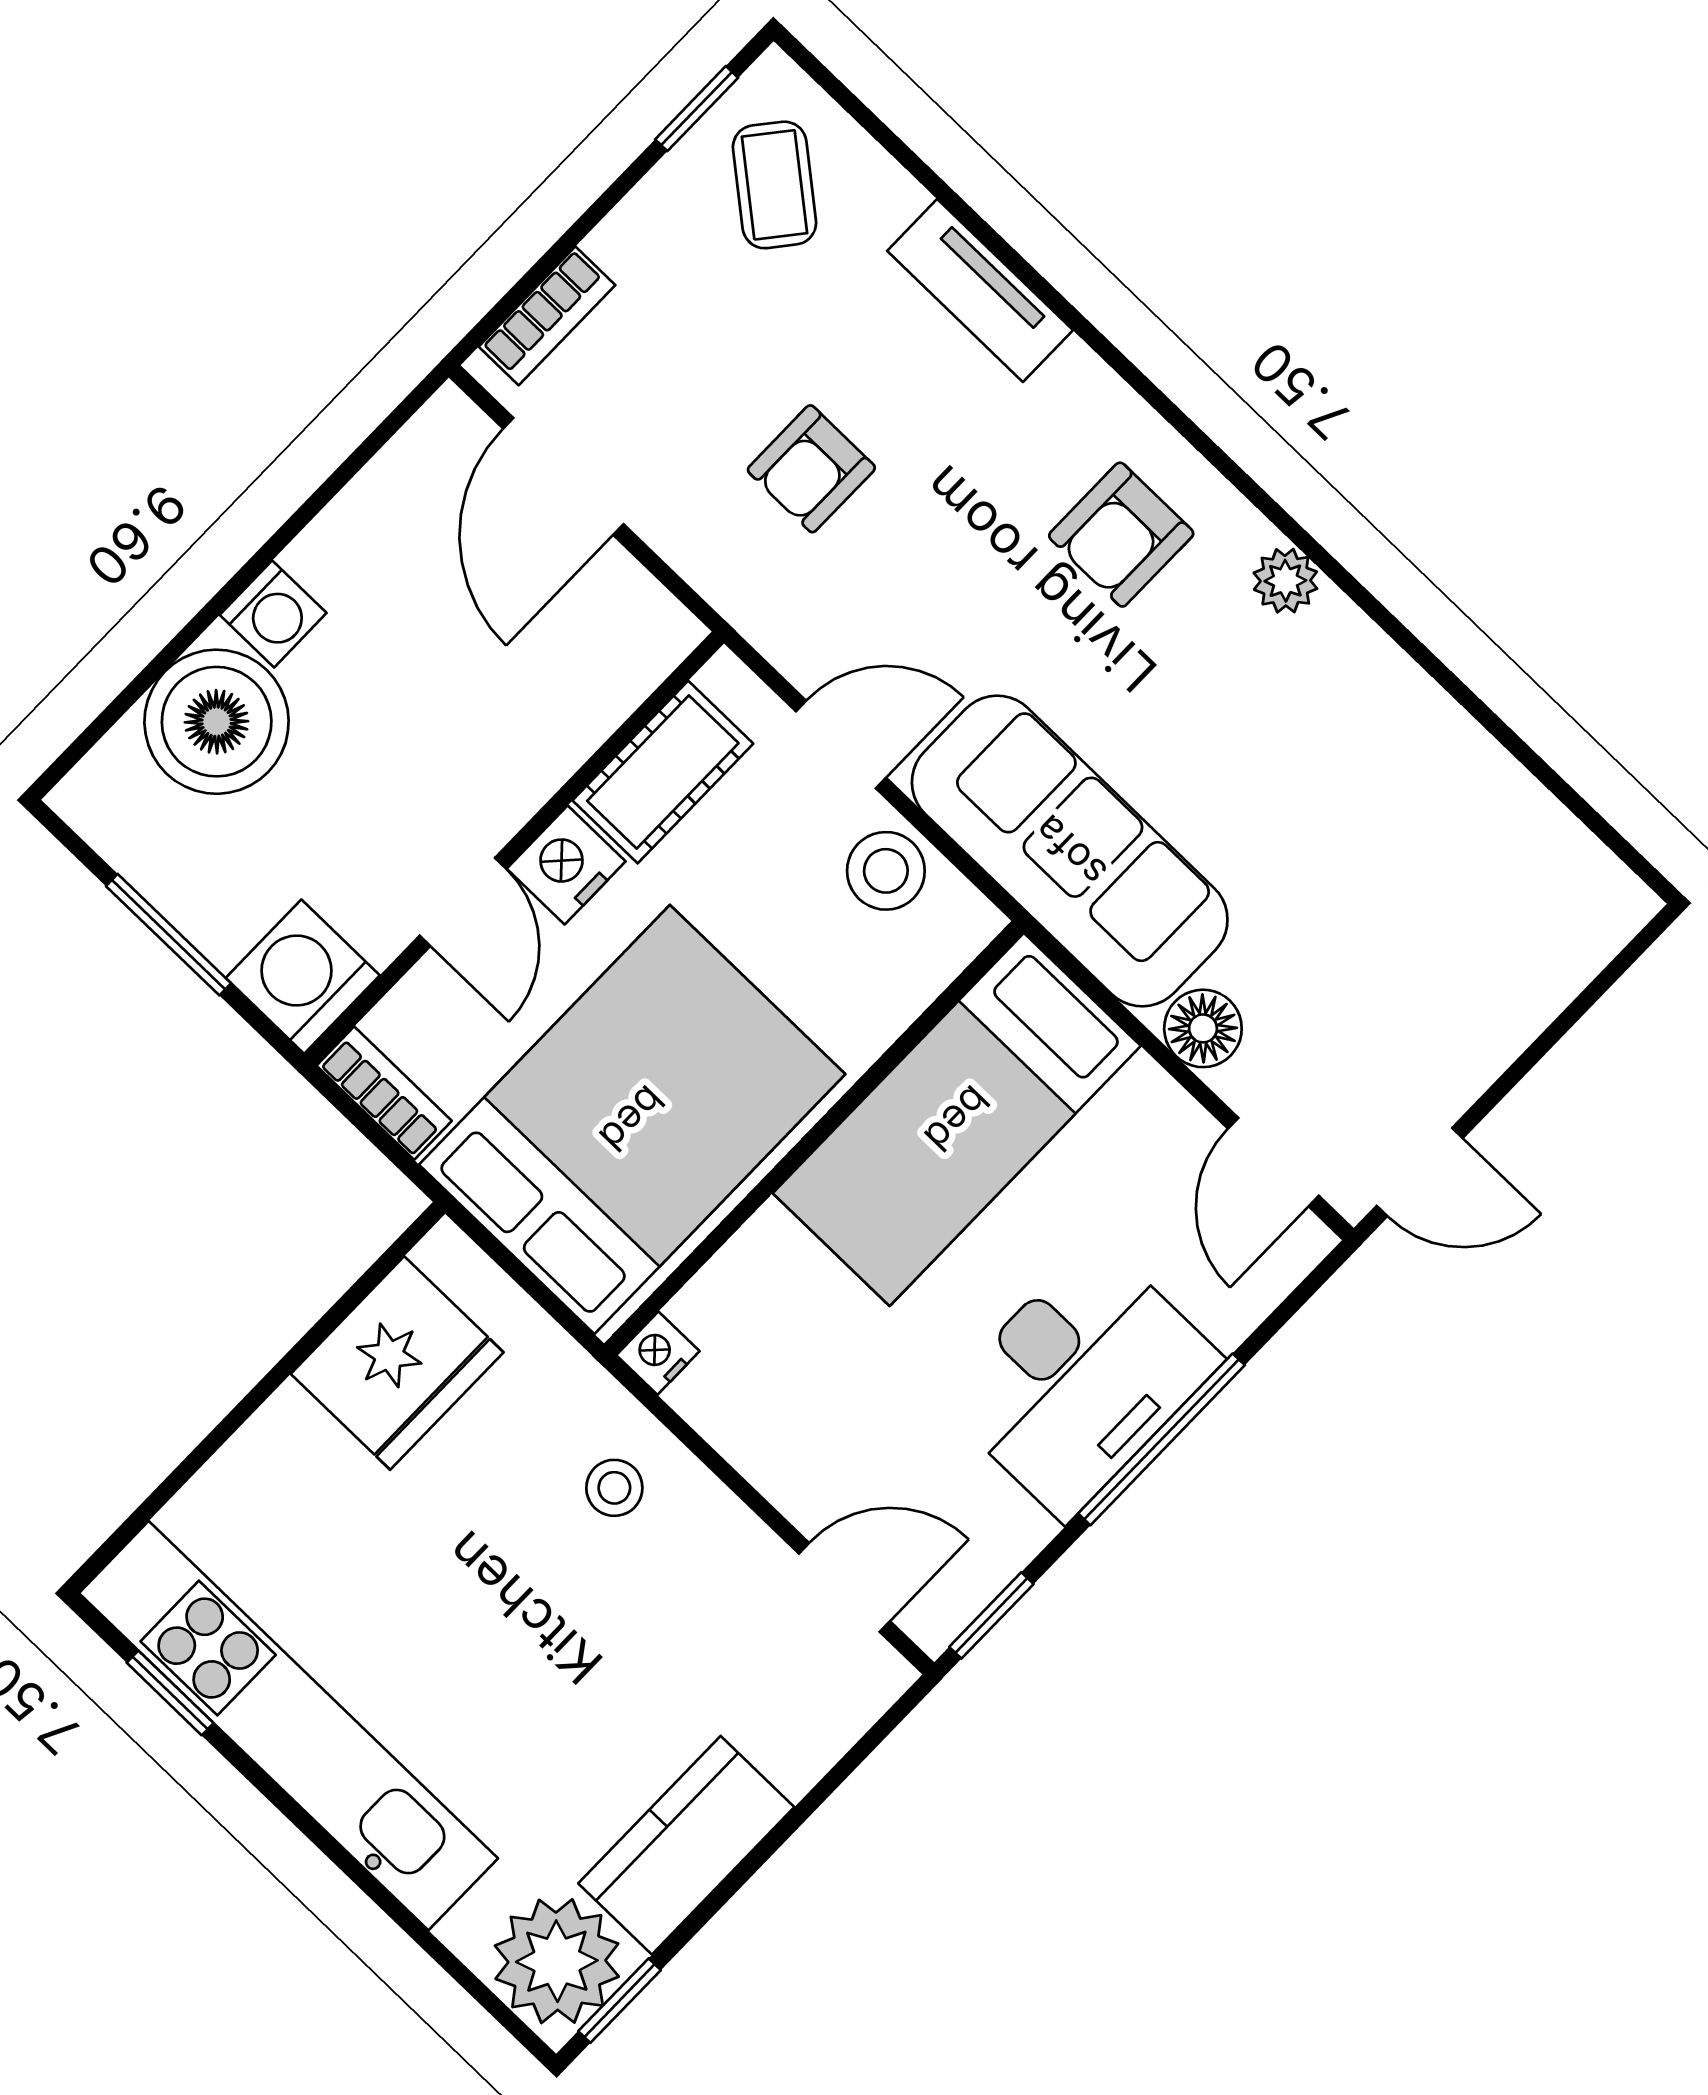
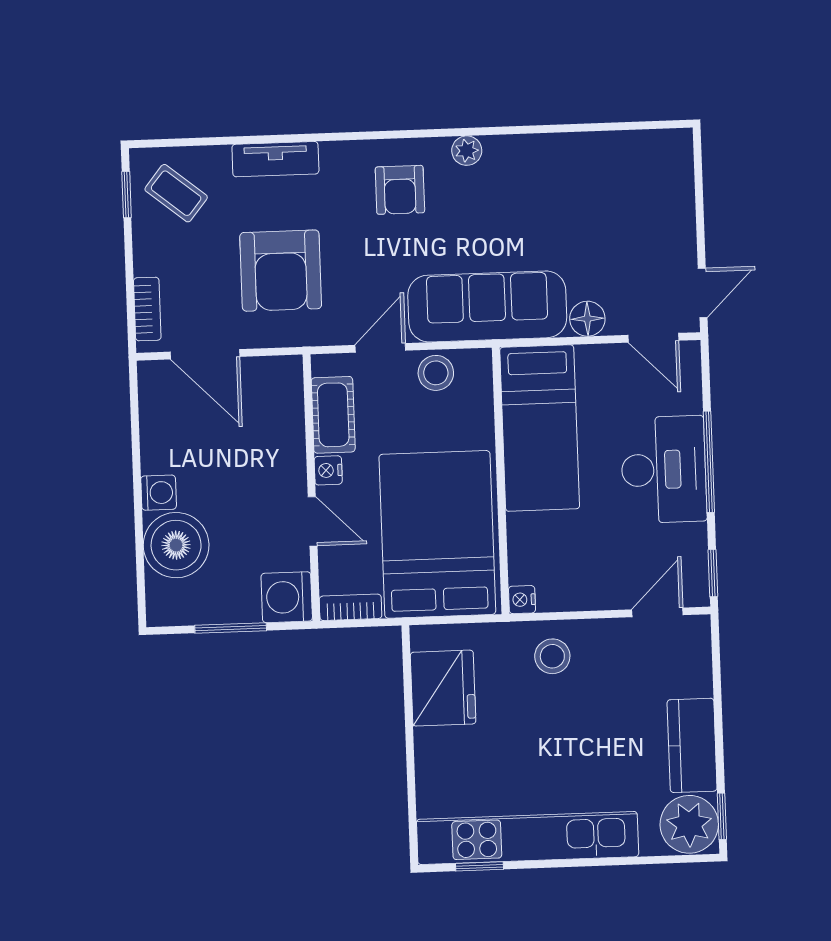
armchair: (811, 469) -> (281, 271), width x1.88, depth x1.88
nightstand: (566, 865) -> (328, 470), width x0.72, depth x0.74
stool: (614, 1488) -> (552, 656), width x1.37, depth x1.37

